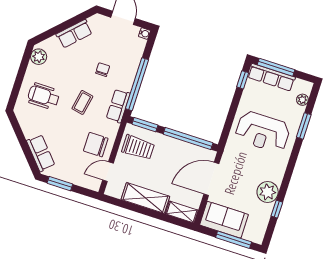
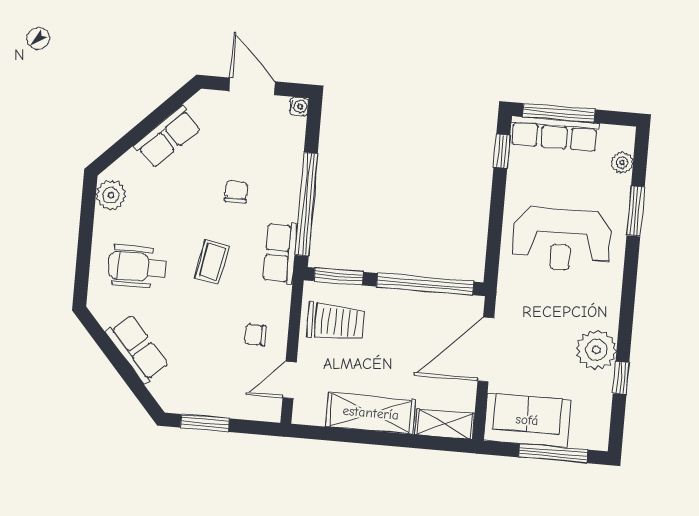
chair: (96, 145) -> (255, 335), width x0.54, depth x0.54
row of seats: (41, 153) -> (137, 349), moved

